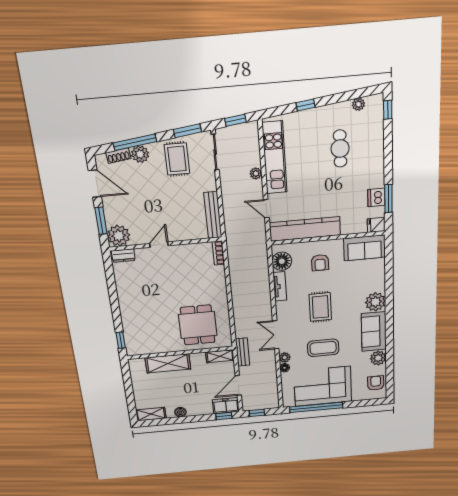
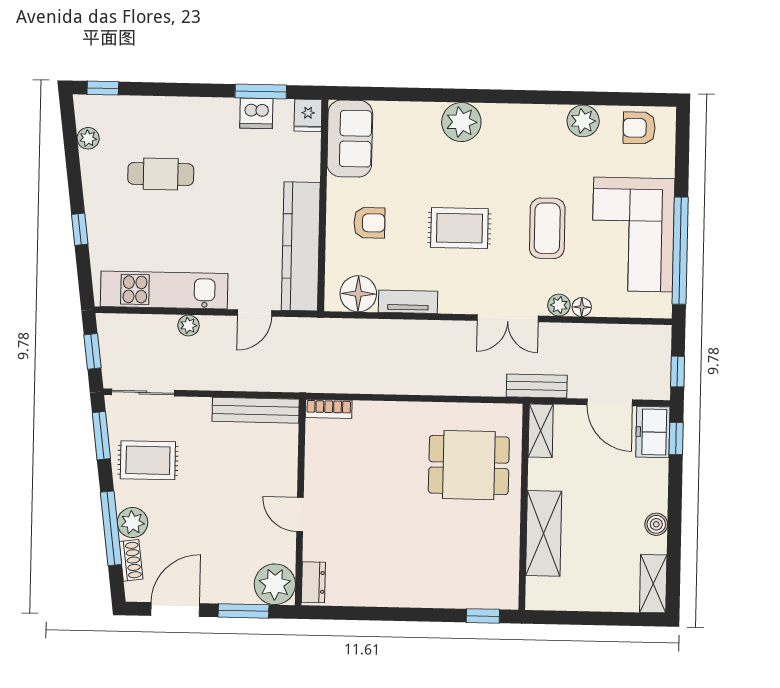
sofa: (374, 332) -> (524, 127), removed

